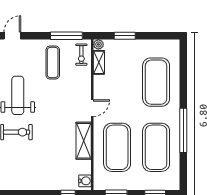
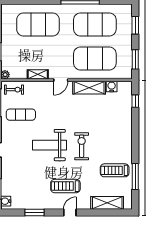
shelving: (99, 62) -> (38, 74), moved
door: (92, 108) -> (61, 80), swing flipped
water cooler: (85, 181) -> (112, 86), moved

